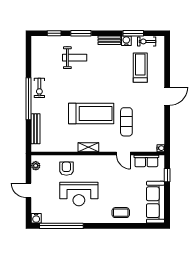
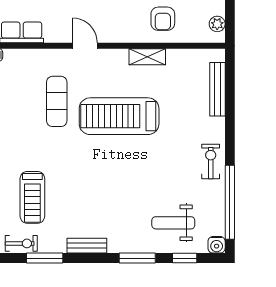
water cooler: (126, 41) -> (217, 245), moved
weight bench: (75, 58) -> (173, 223), moved
window: (29, 99) -> (230, 202), moved
shelving: (88, 147) -> (147, 57), moved
door: (123, 153) -> (85, 46), moved

